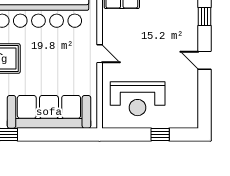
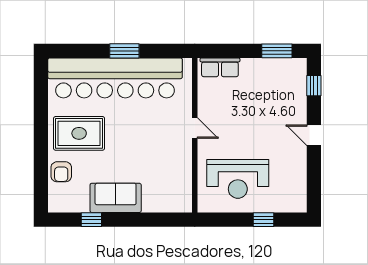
sofa: (49, 112) -> (116, 198), width x0.54, depth x0.79

